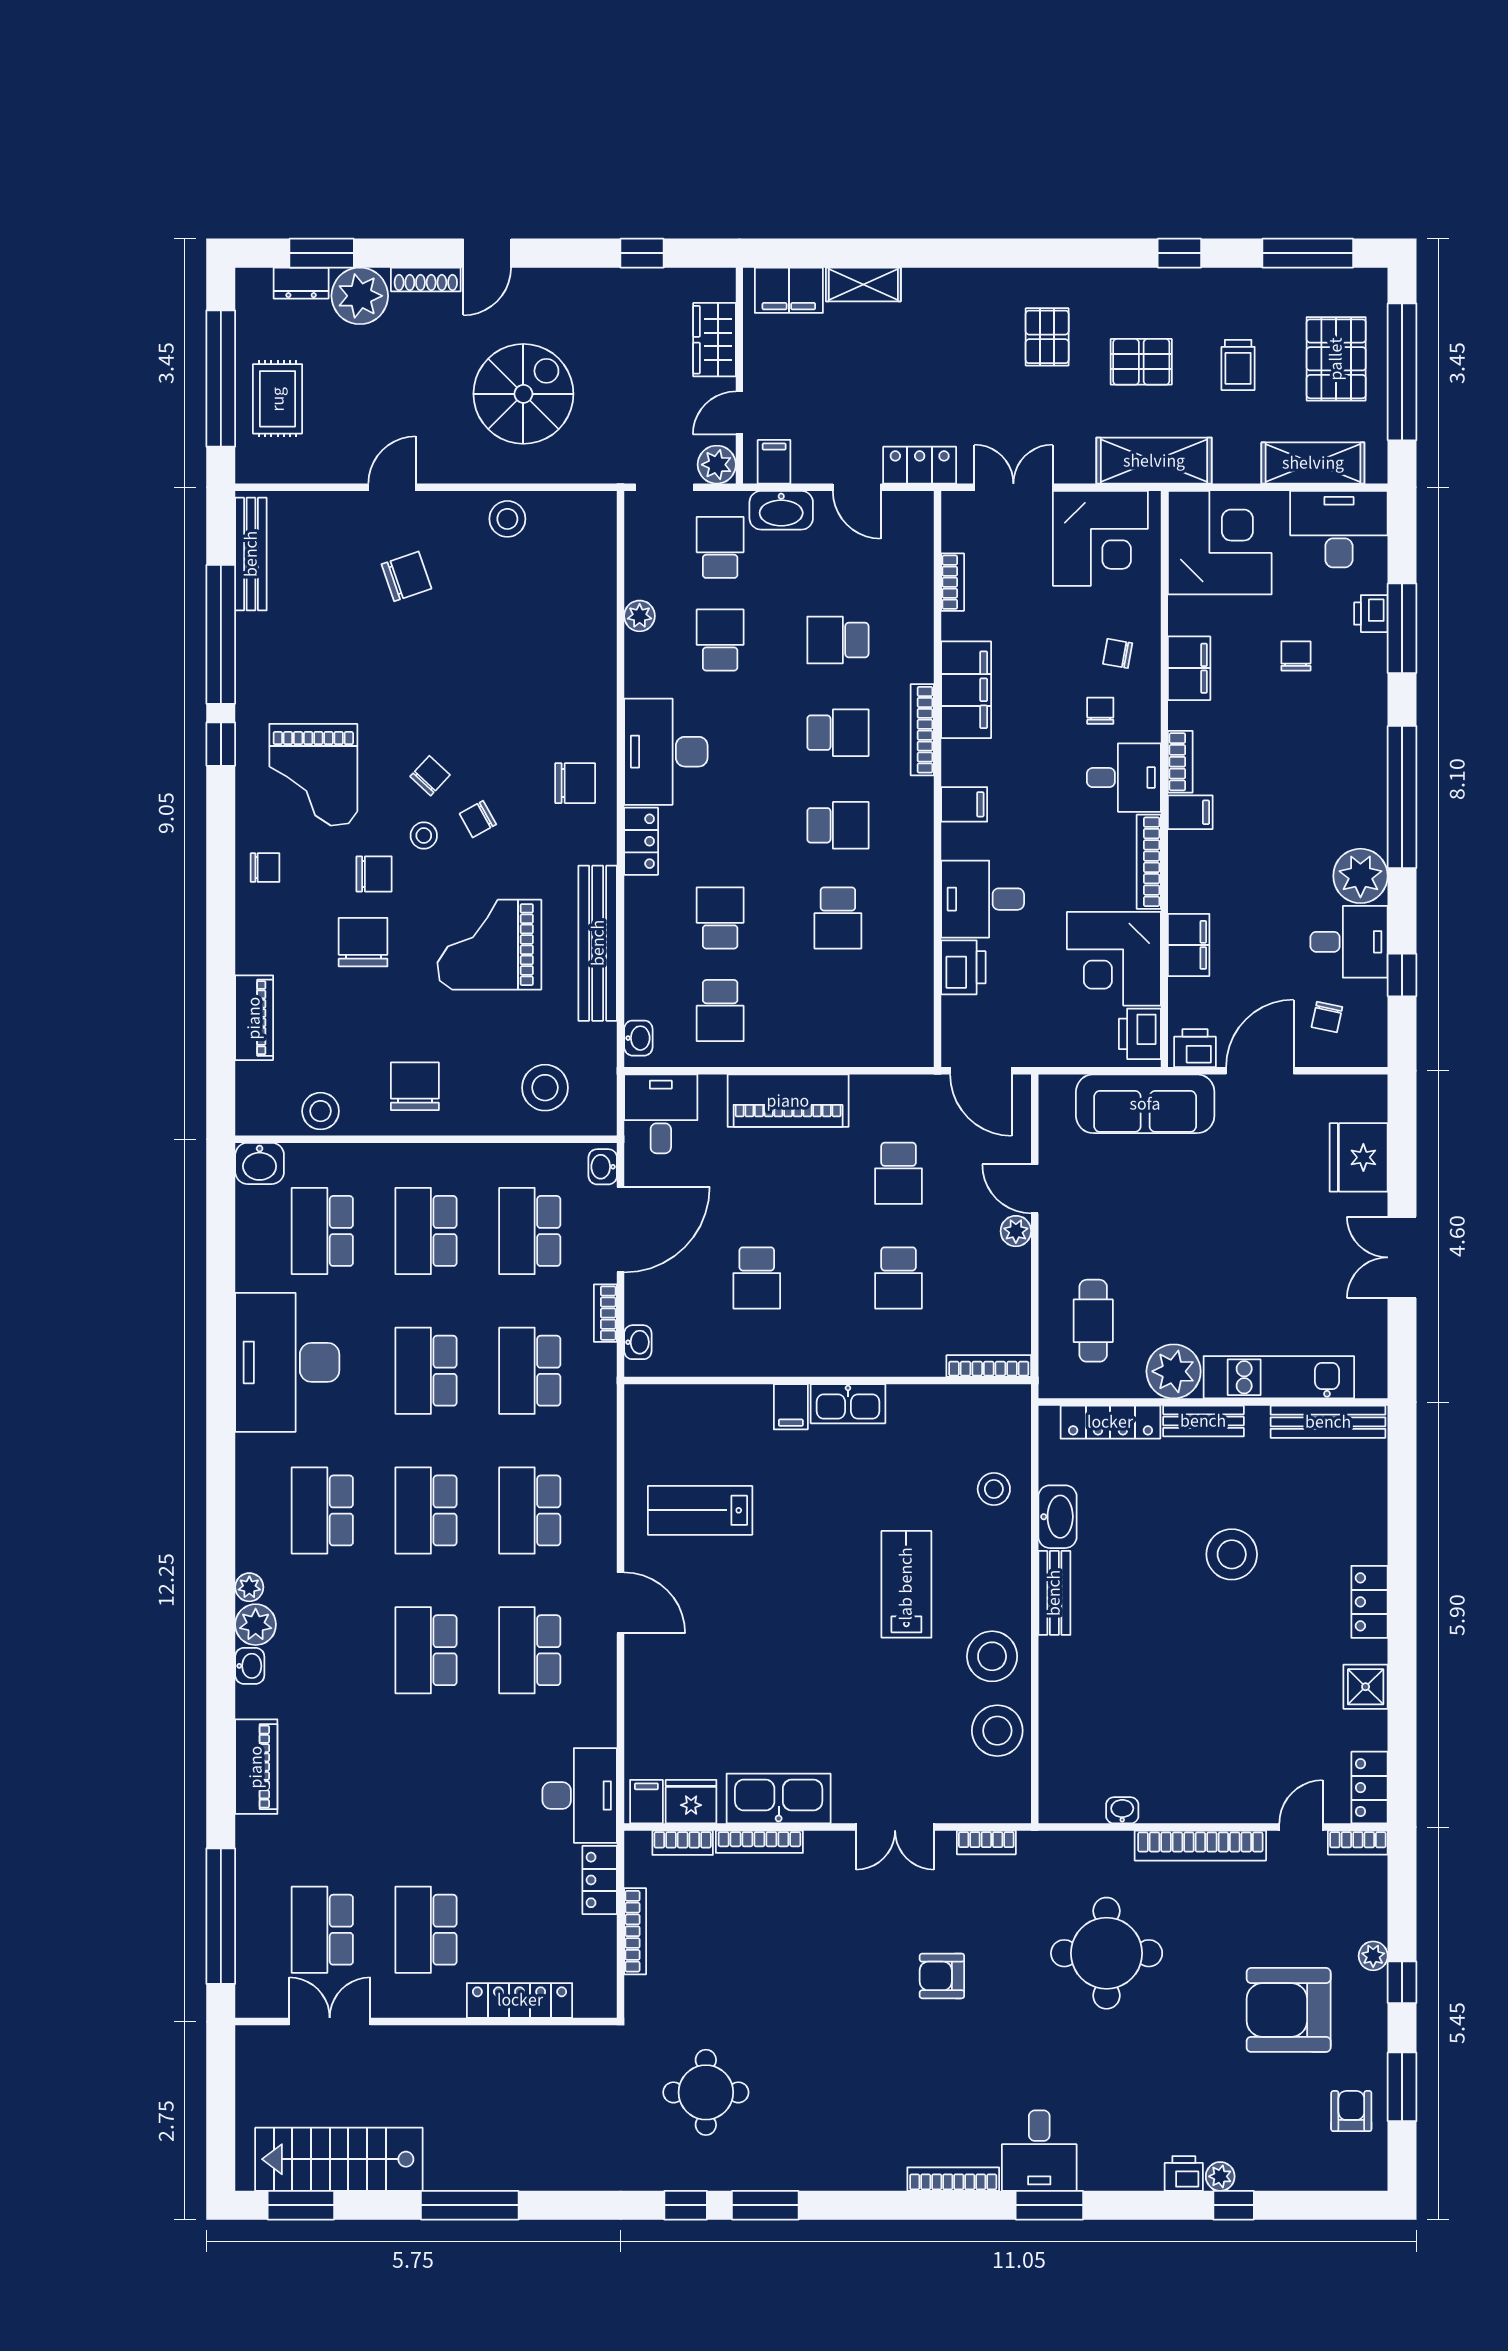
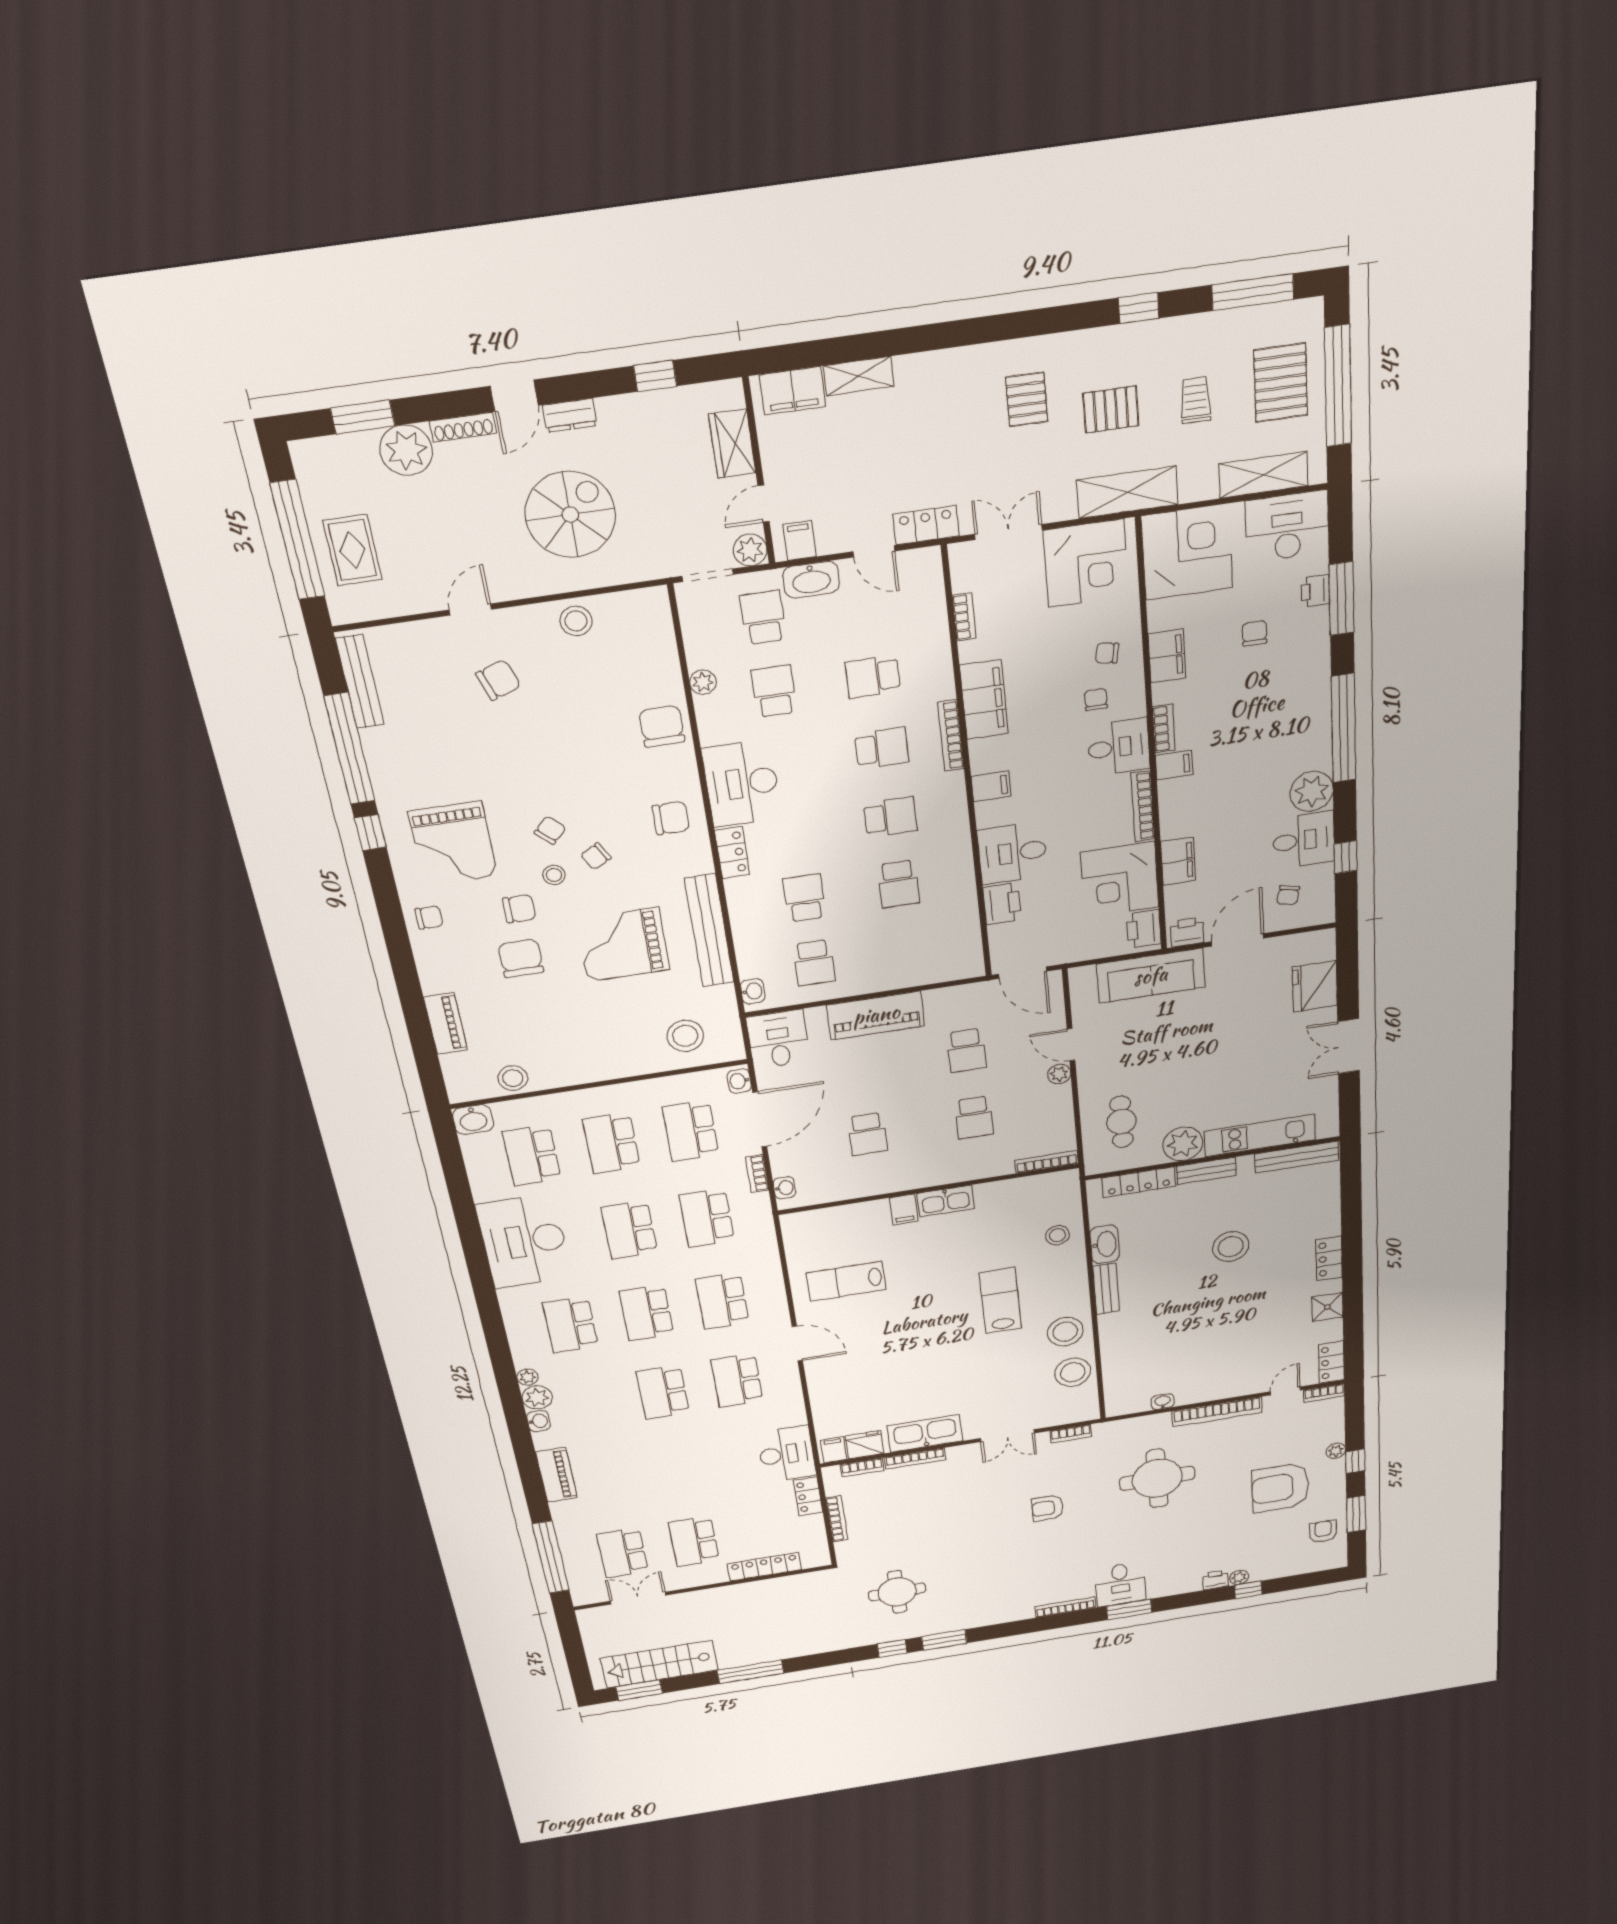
dresser: (301, 283) -> (570, 415), moved
trolley: (1238, 365) -> (1196, 400), turned 180
chair: (415, 1086) -> (662, 726), moved

